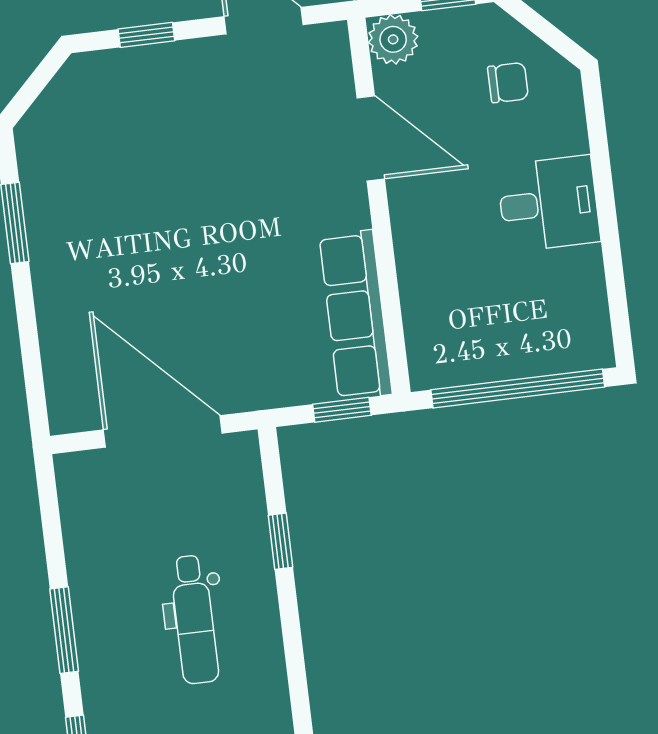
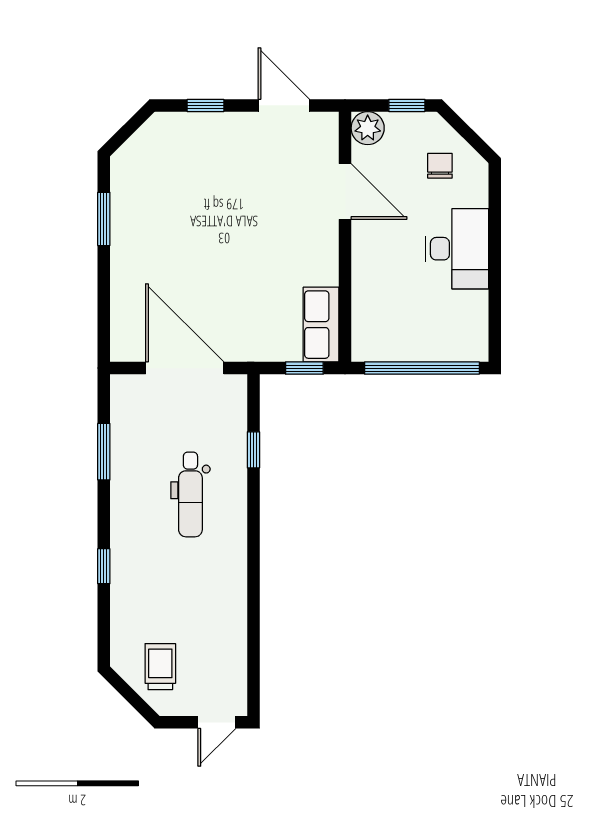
chair: (508, 83) -> (440, 166), turned -90
desk: (549, 204) -> (457, 249), width x1.37
row of seats: (356, 315) -> (321, 325), width x0.68
window: (64, 630) -> (104, 452), moved

